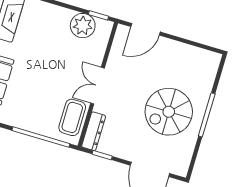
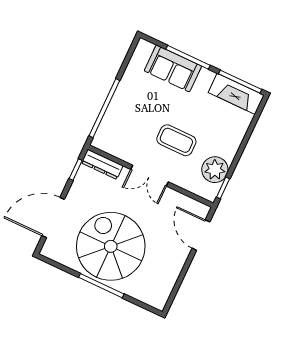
double door: (97, 86) -> (149, 176), swing flipped
spiral stairs: (169, 112) -> (111, 246), width x1.37, depth x1.37
coffee table: (72, 117) -> (176, 140), moved

